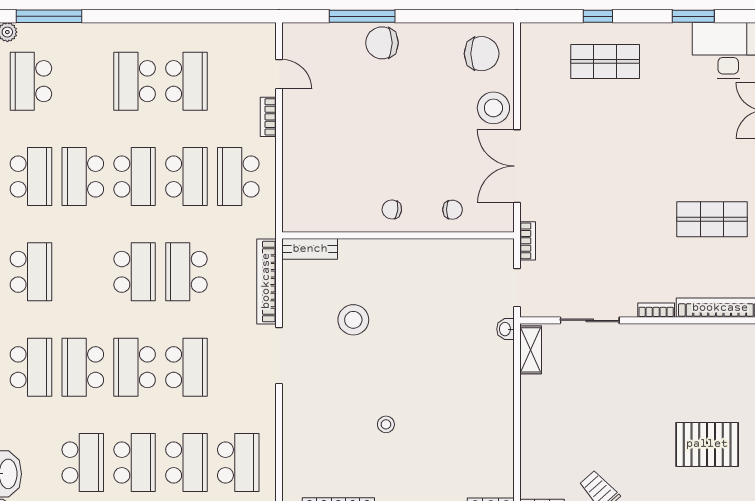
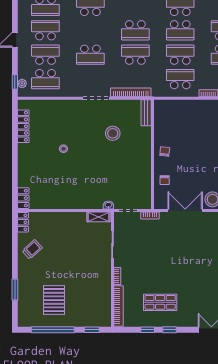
school desk: (186, 176) -> (180, 55), turned 180
shop shelf: (712, 219) -> (160, 302), turned 90
school desk: (135, 367) -> (90, 30), removed
school desk: (135, 463) -> (45, 30), turned 180
school desk: (186, 463) -> (45, 55), turned 180

